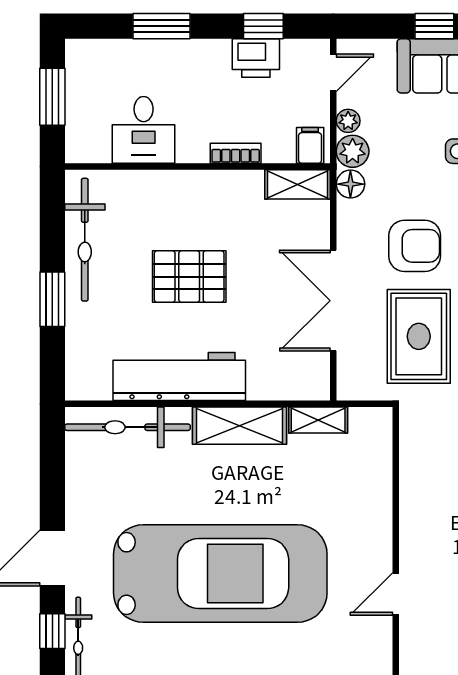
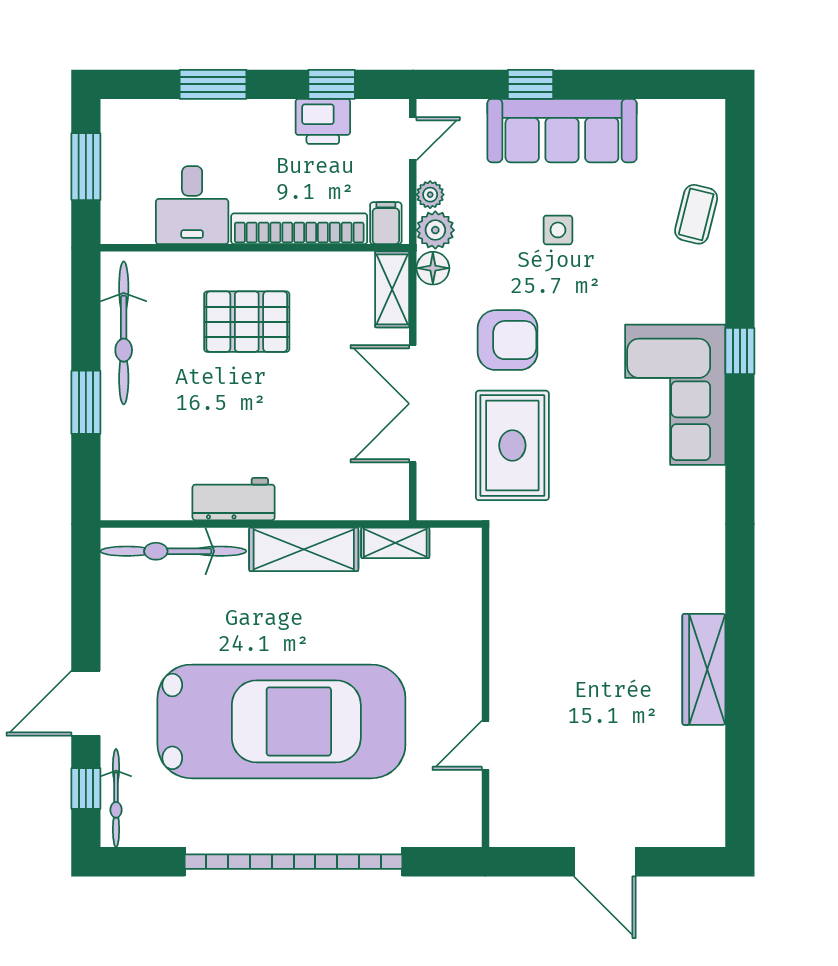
bookcase: (236, 153) -> (299, 229), width x2.31, depth x1.31
shelving: (297, 184) -> (392, 289), moved, turned 90
pallet: (189, 277) -> (247, 322), moved
workbench: (179, 377) -> (234, 499), width x0.53, depth x0.76

